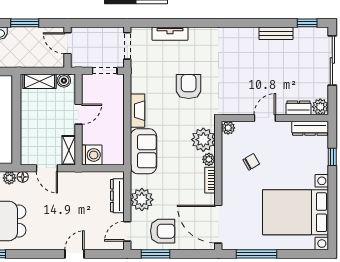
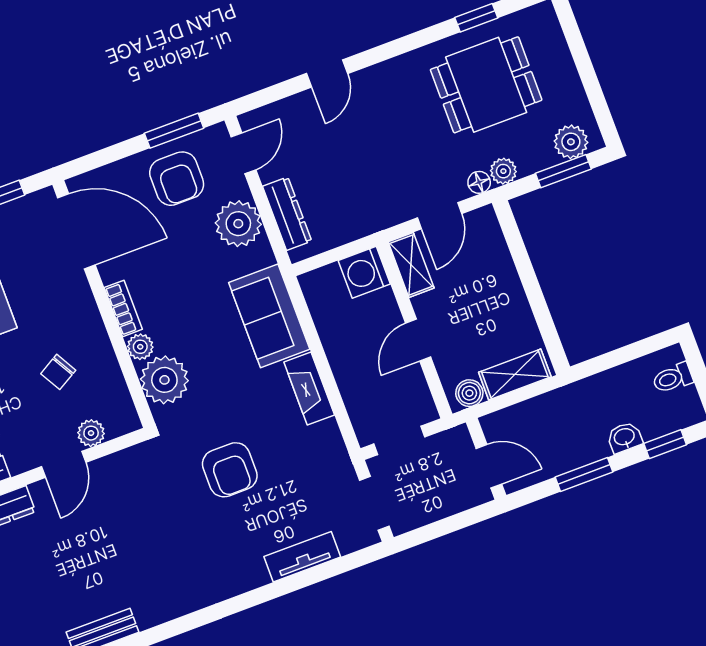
plant: (228, 128) -> (91, 433), moved
door: (47, 168) -> (439, 216), swing flipped
armchair: (163, 231) -> (177, 179), turned -90

